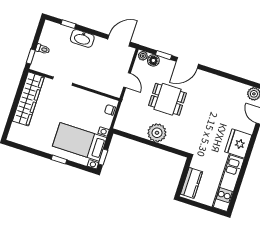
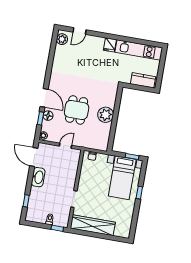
washbasin: (82, 38) -> (38, 177), moved
floor lamp: (153, 60) -> (48, 116), moved
fridge: (238, 143) -> (110, 45), width x0.53, depth x0.75

